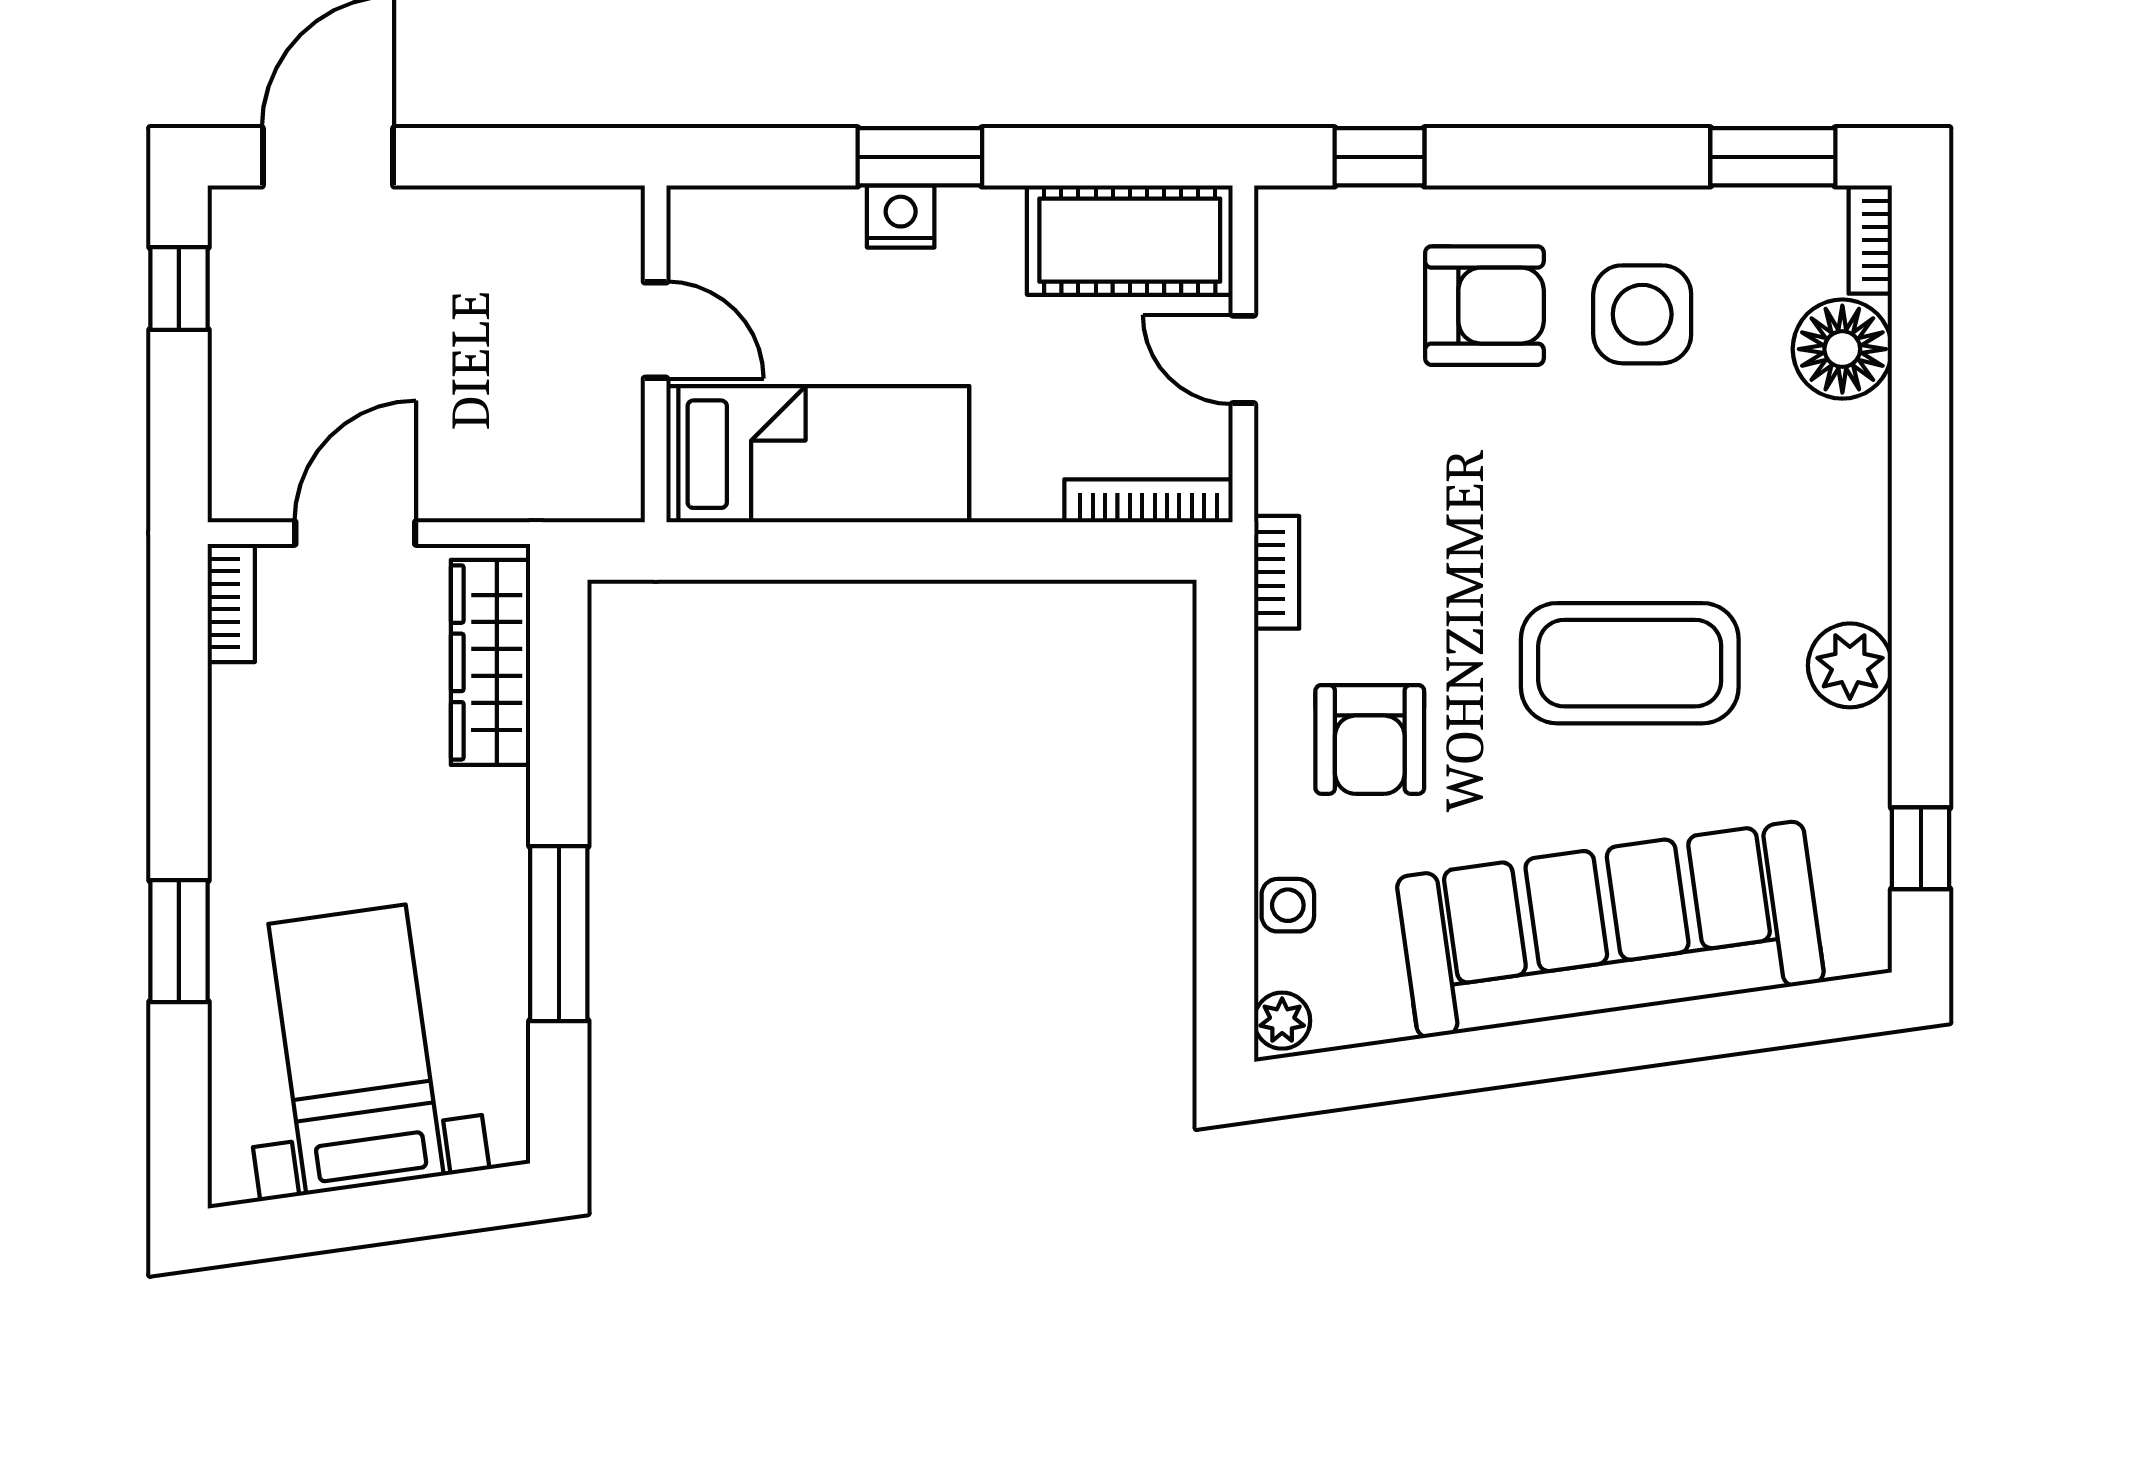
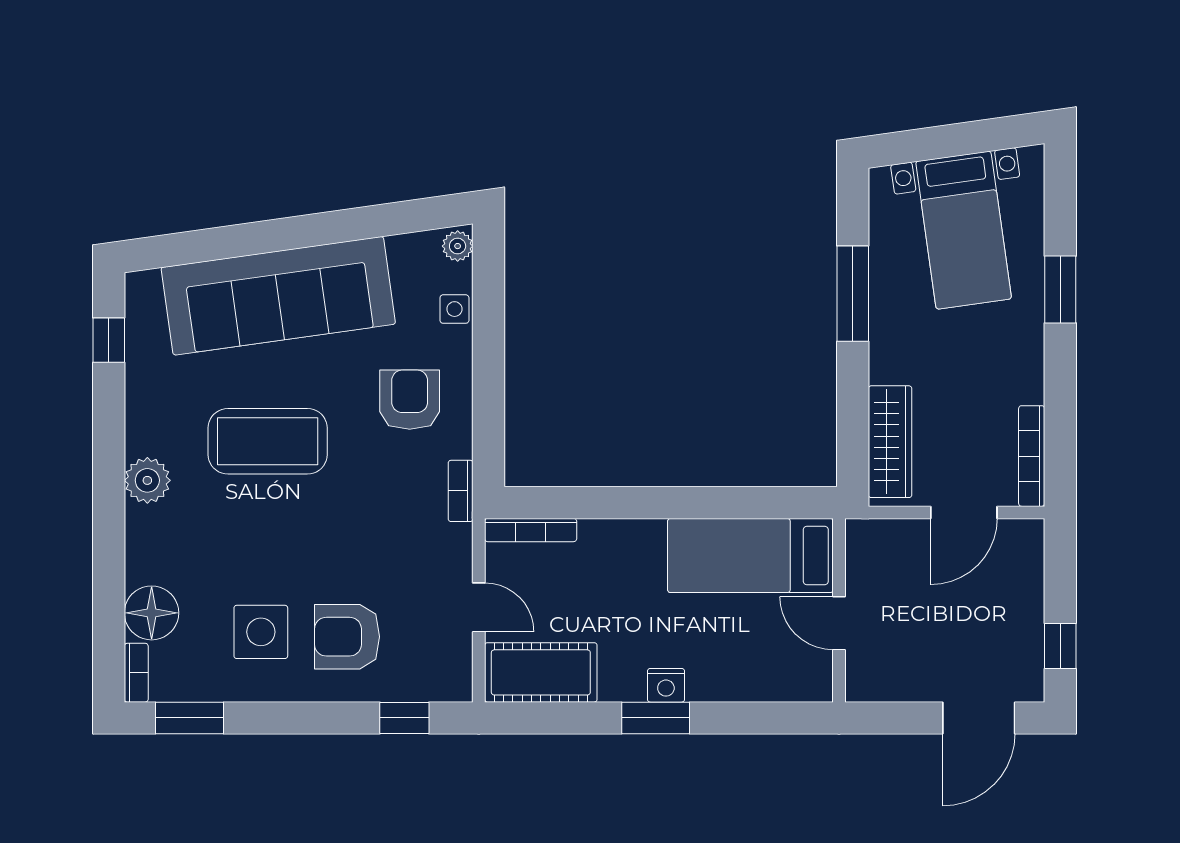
door: (656, 330) -> (839, 623), moved
wall: (656, 354) -> (839, 610), moved
bed: (818, 454) -> (750, 555), moved
bookcase: (231, 603) -> (1032, 456), width x1.56
plant: (1850, 665) -> (147, 480), moved

